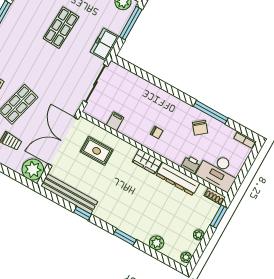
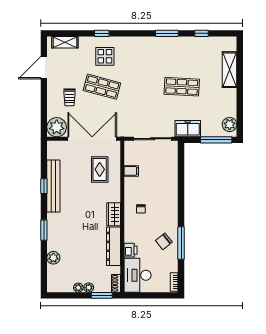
bench: (69, 194) -> (53, 186), moved
plant: (186, 257) -> (89, 288), moved

